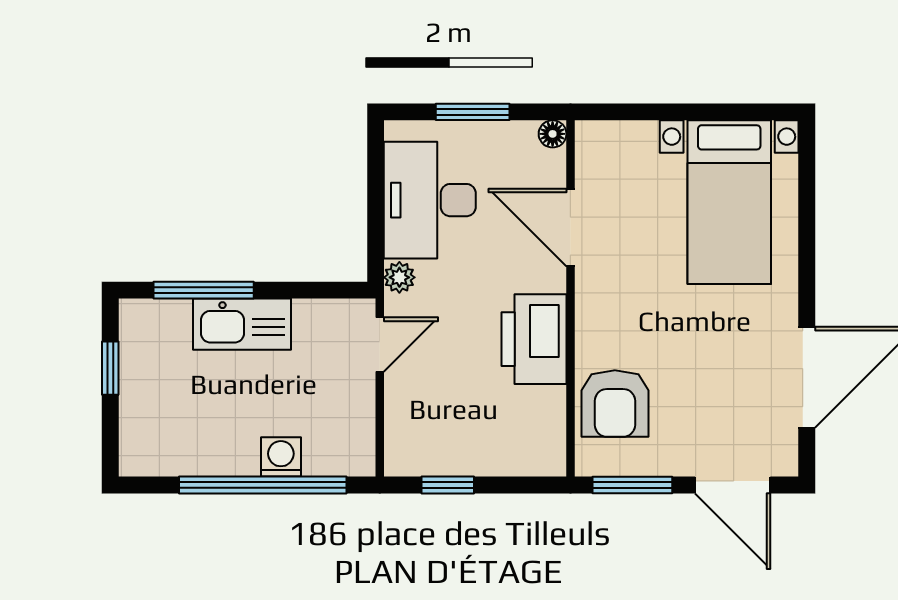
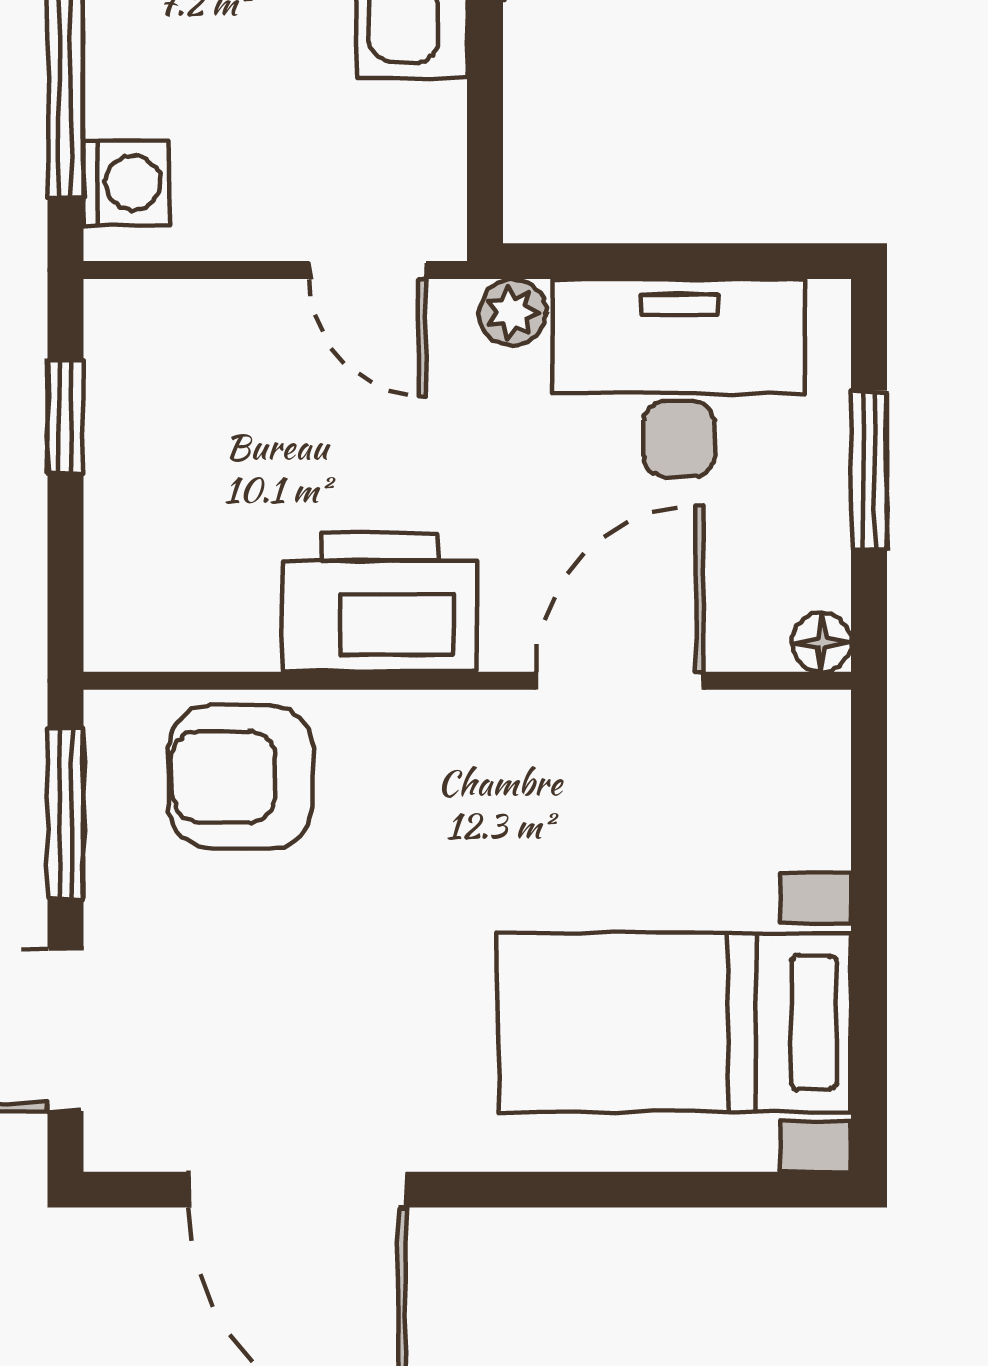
washing machine: (281, 457) -> (126, 183), moved

